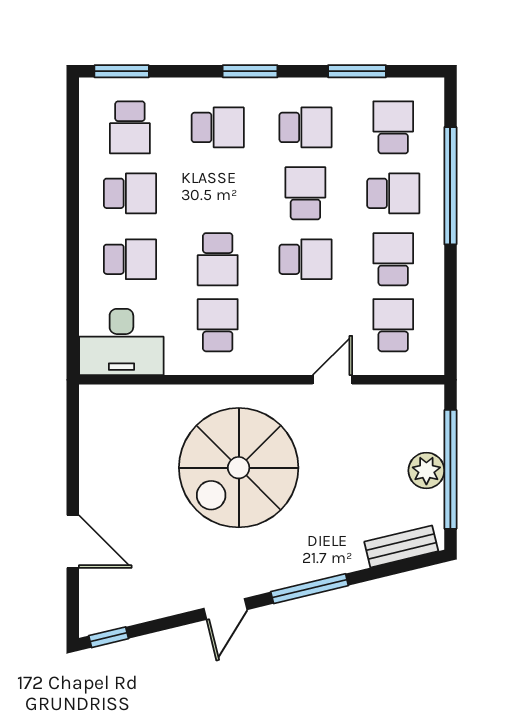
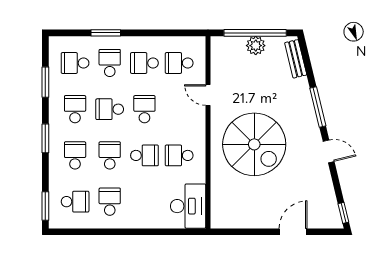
window: (450, 186) -> (106, 33), width x0.47
school desk: (130, 259) -> (110, 155), moved

